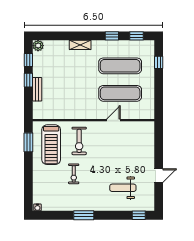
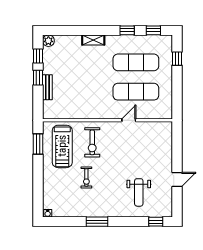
weight bench: (123, 188) -> (139, 192), turned -90

